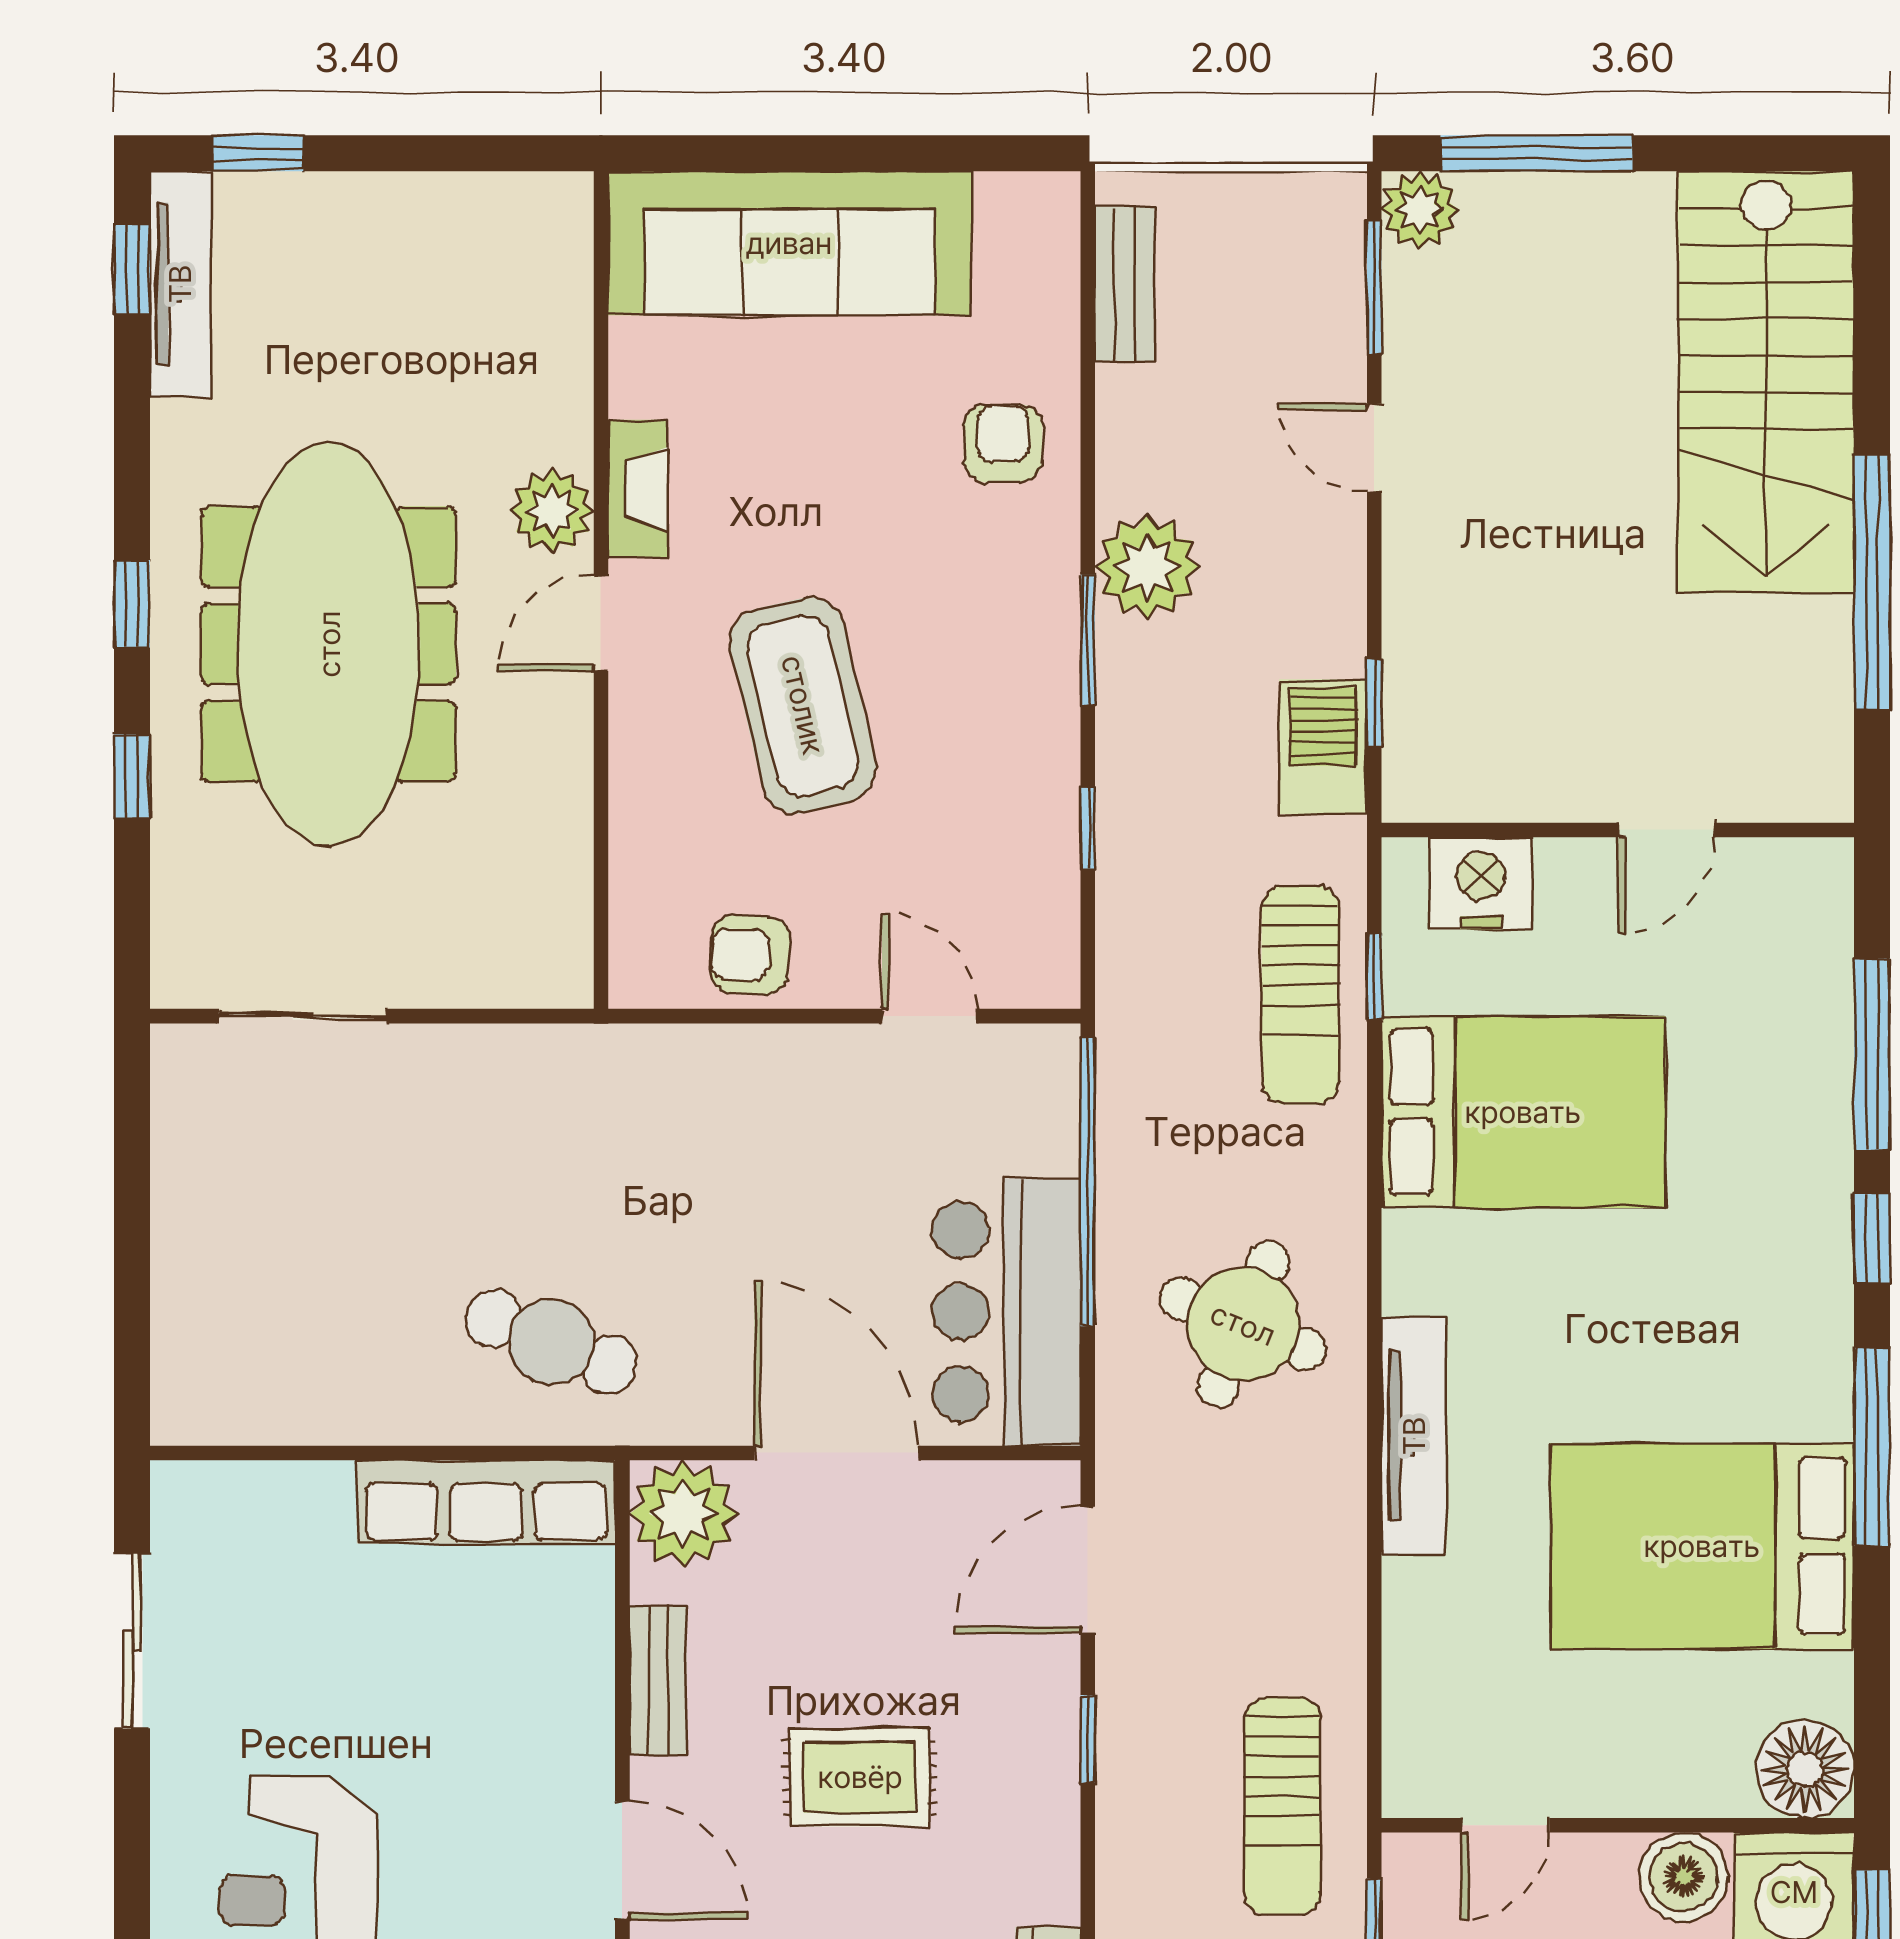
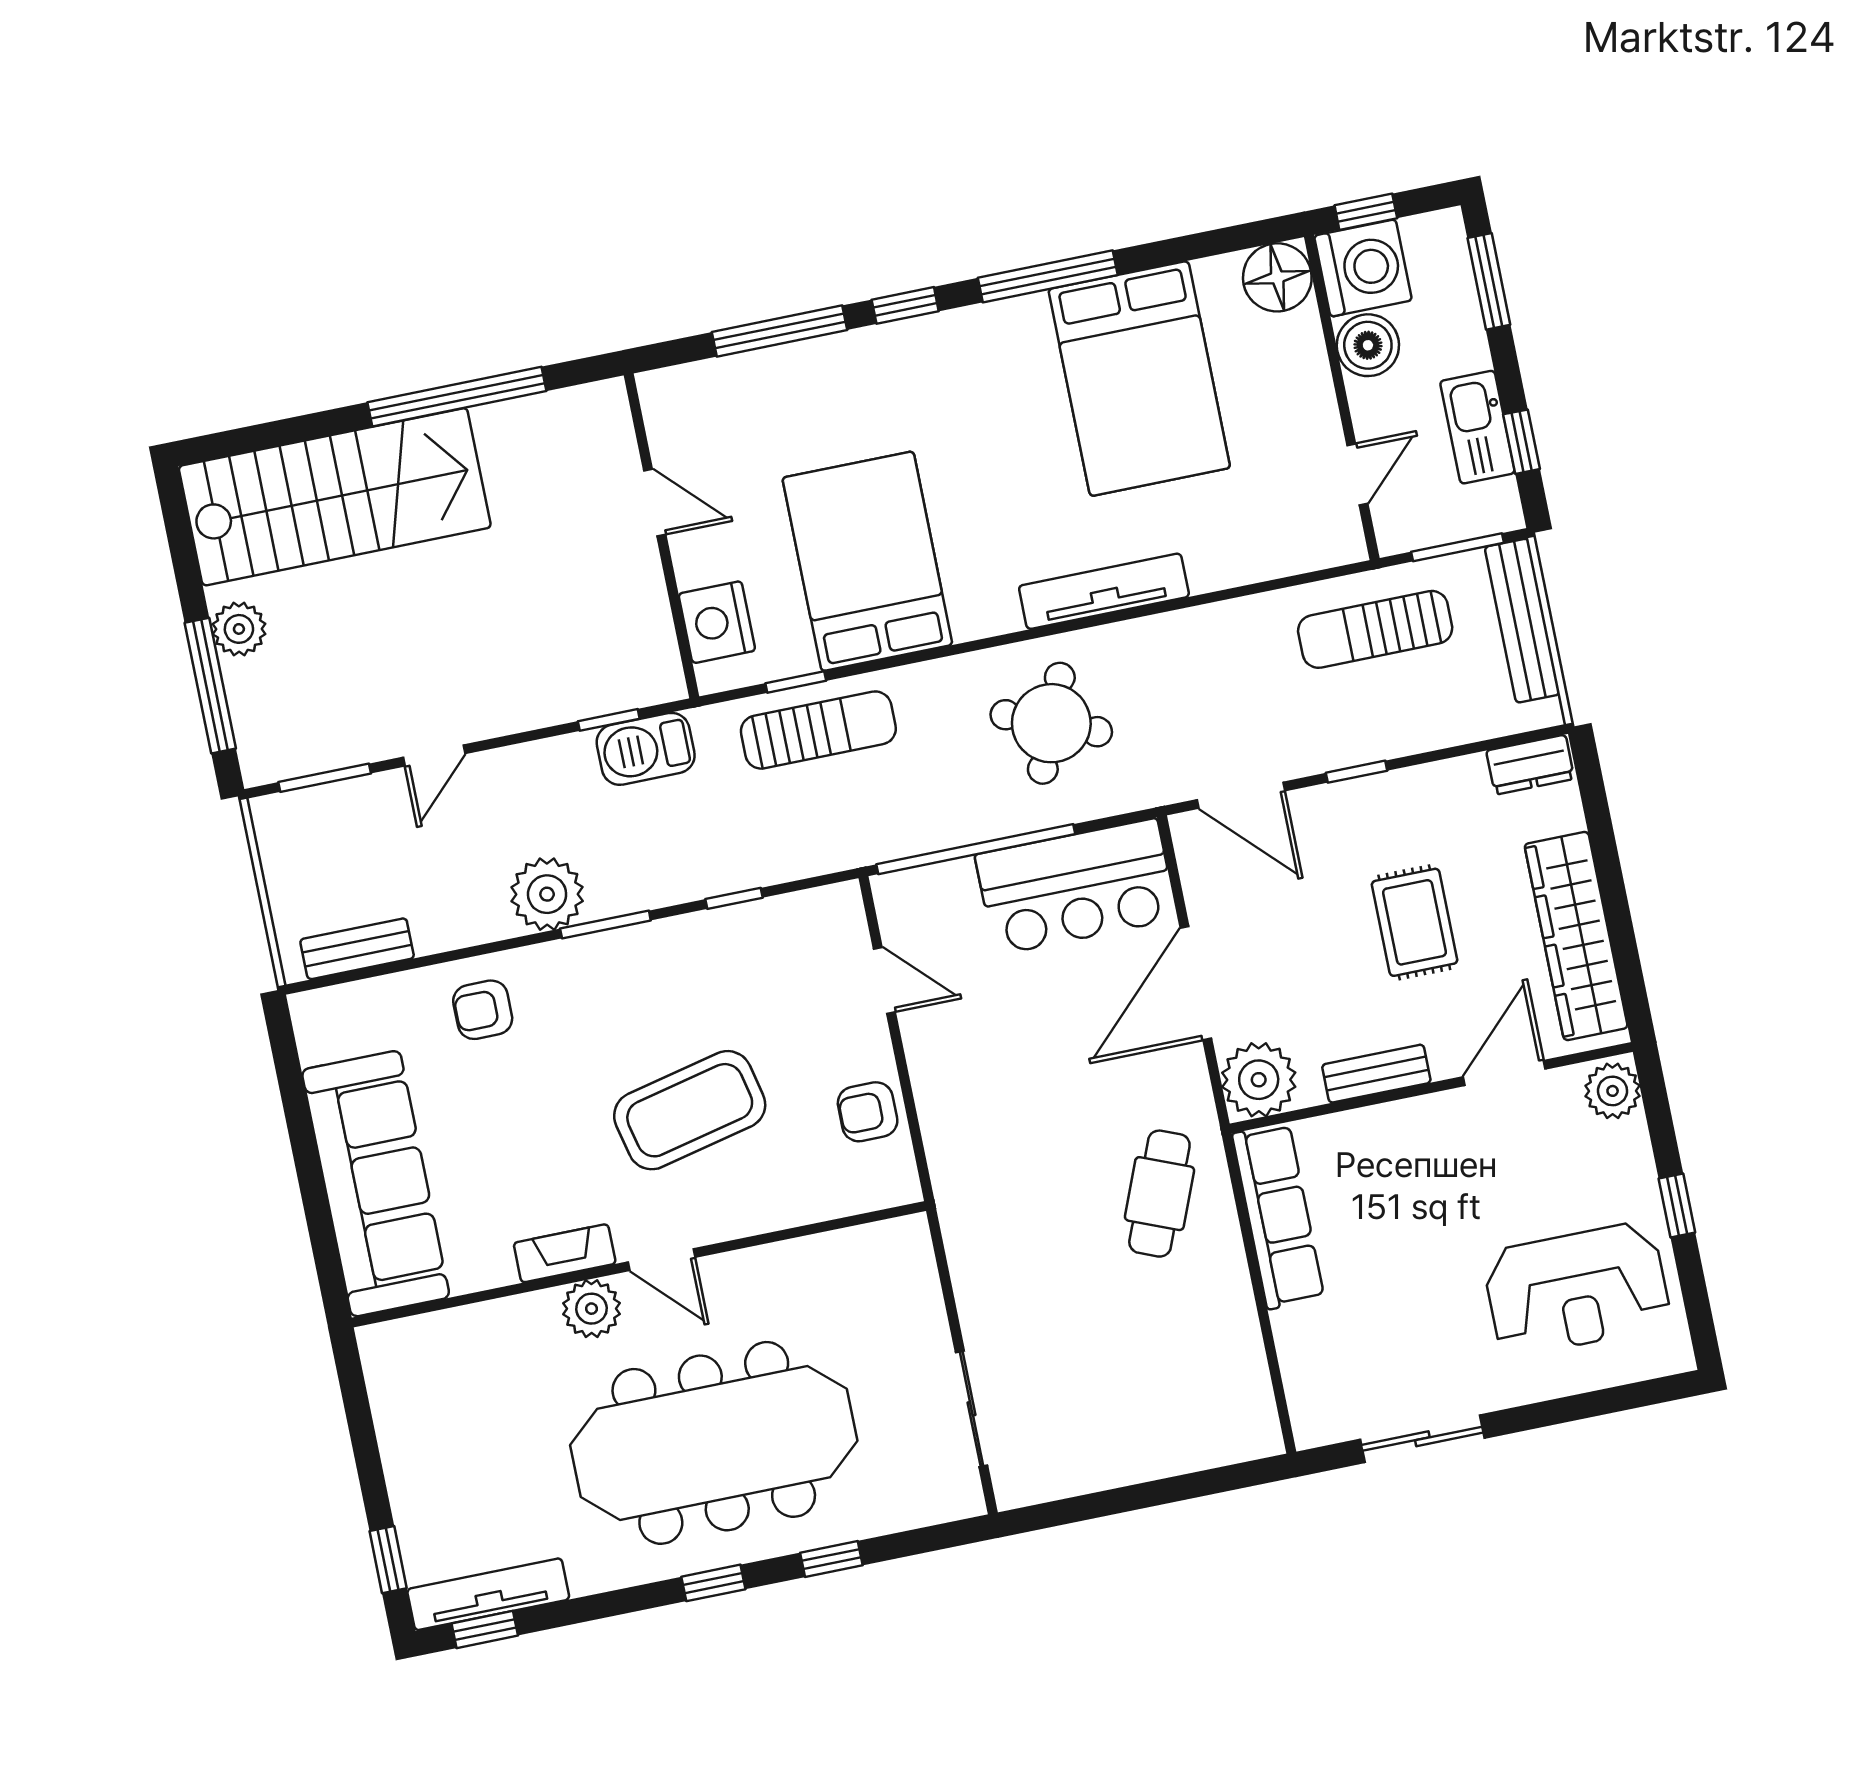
plant: (1420, 210) -> (239, 629), moved
armchair: (750, 955) -> (868, 1112), turned 87
door: (930, 1016) -> (884, 980), swing flipped
sun lounger: (1282, 1806) -> (1375, 629), turned 180
door: (1505, 1825) -> (1357, 474), hinge flipped

